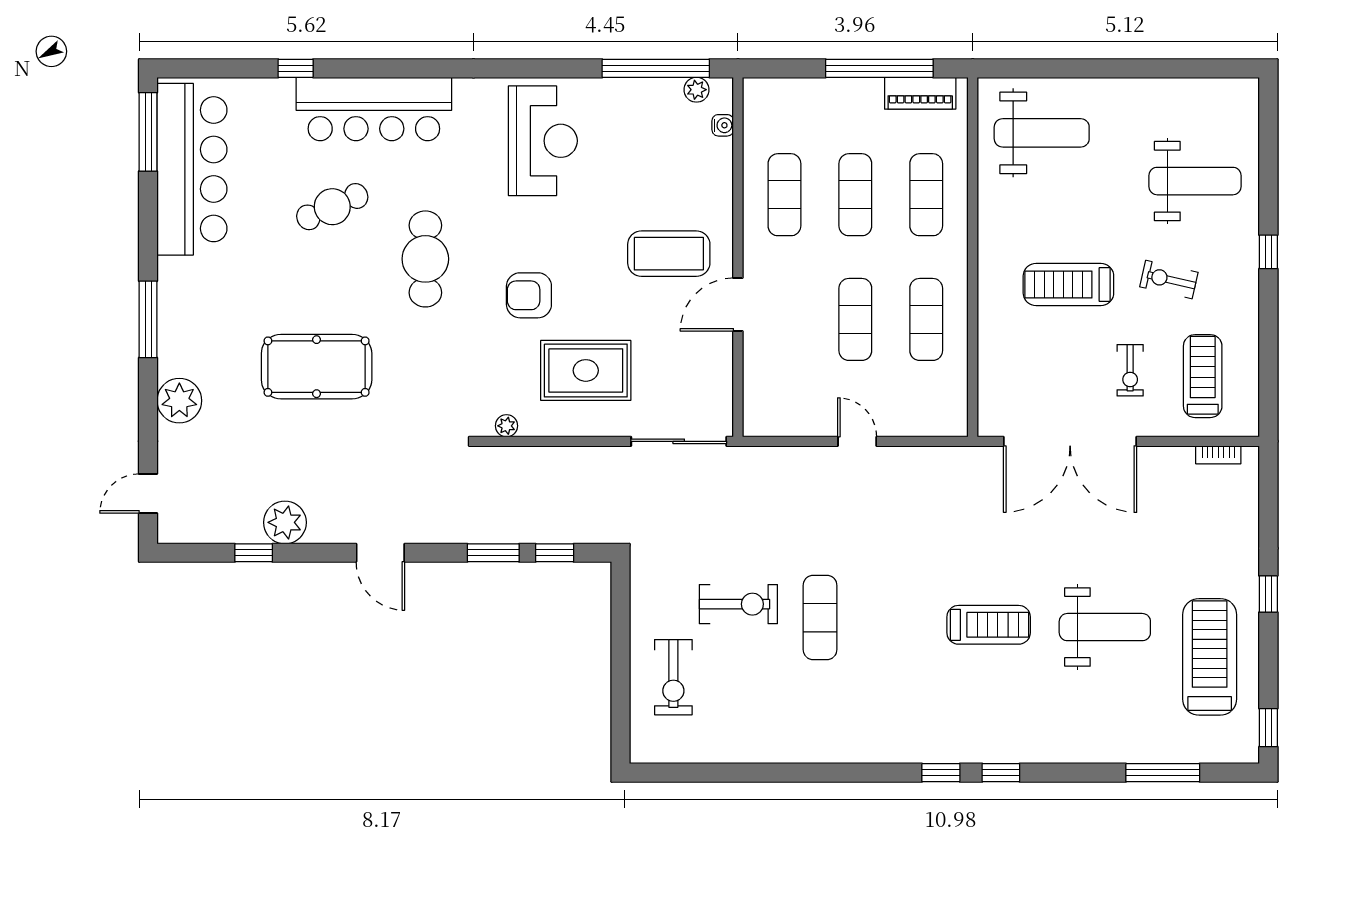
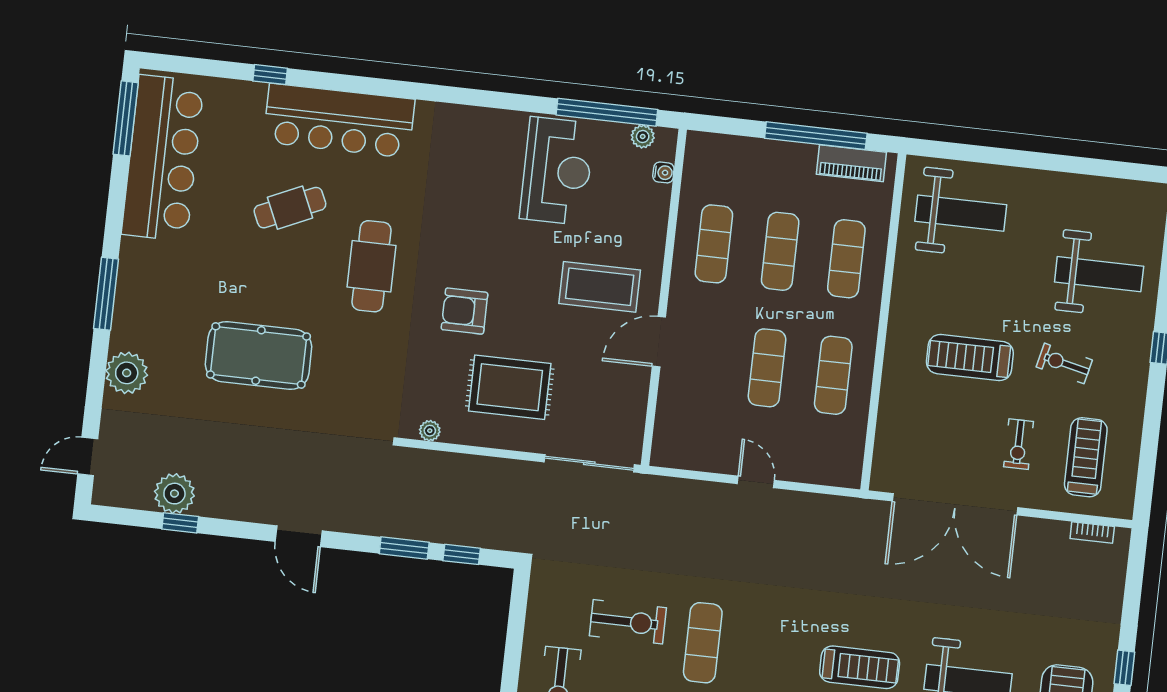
reception desk: (543, 141) -> (557, 171), moved
plant: (285, 522) -> (174, 494), moved

